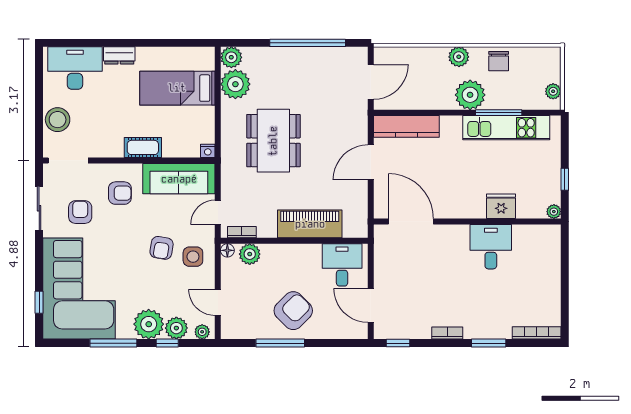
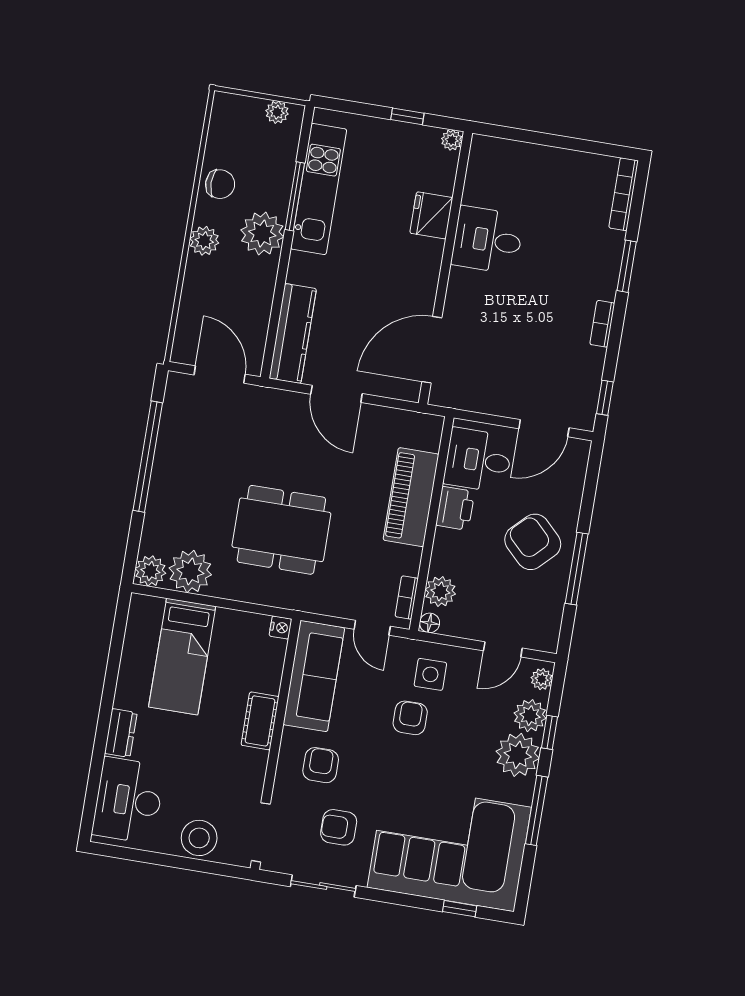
armchair: (162, 248) -> (410, 718), turned -99
printer: (307, 255) -> (455, 508), added

